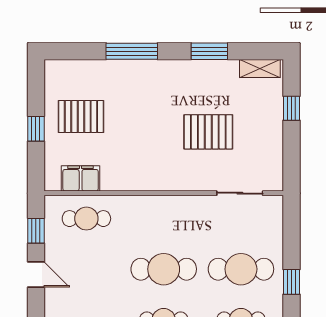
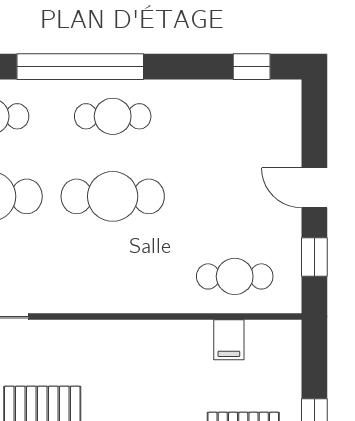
filing cabinet: (81, 178) -> (229, 340), width x0.50

